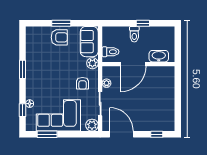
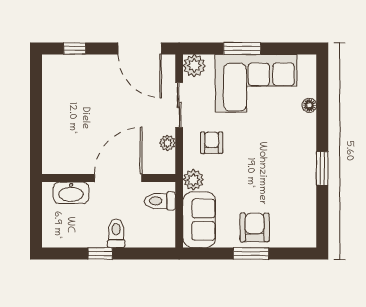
armchair: (59, 37) -> (255, 227), turned 90
window: (23, 110) -> (322, 93), removed
window: (47, 134) -> (242, 48), moved

